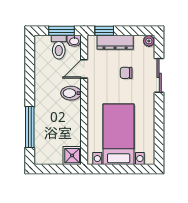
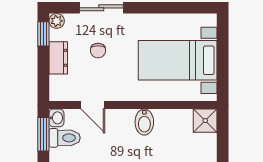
window: (104, 31) -> (43, 34), moved
dresser: (115, 42) -> (58, 58), width x0.70
bidet: (71, 93) -> (144, 122), moved

